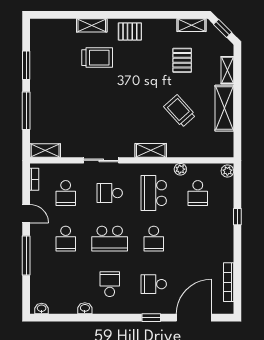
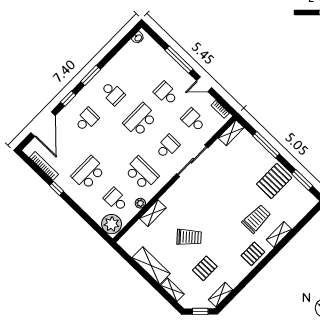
trolley: (97, 58) -> (256, 219), turned 180
pallet: (182, 60) -> (205, 268), turned 90
window: (26, 65) -> (302, 180), moved
pallet: (50, 74) -> (274, 181), added
trolley: (180, 111) -> (189, 237), moved
shelving: (151, 150) -> (153, 213), moved
sliding door: (101, 160) -> (192, 161), width x1.37
plant: (227, 171) -> (112, 224), width x1.87, depth x1.87
window: (237, 217) -> (57, 188), moved
school desk: (154, 239) -> (88, 173), moved, width x1.85
washbasin: (85, 308) -> (113, 64), removed
window: (113, 318) -> (91, 75), added

